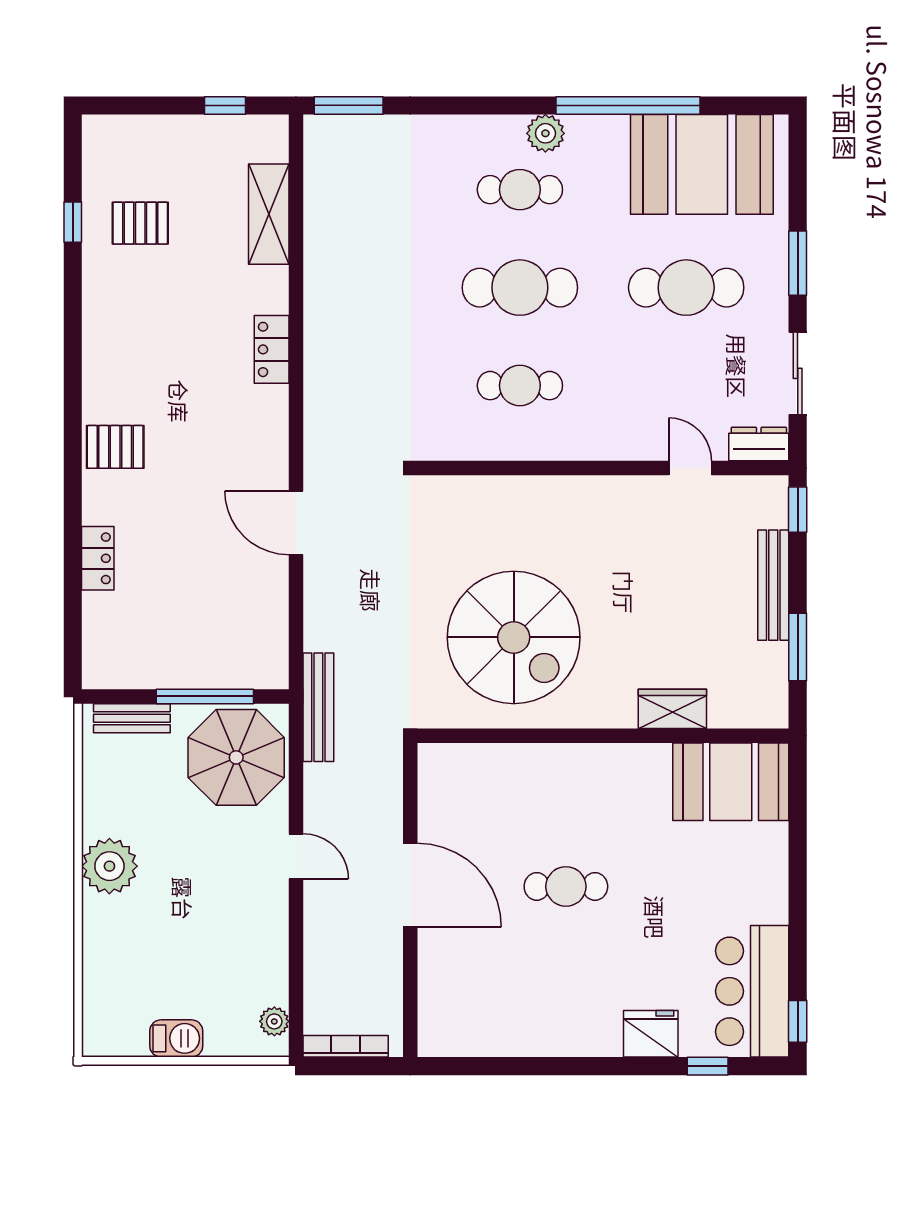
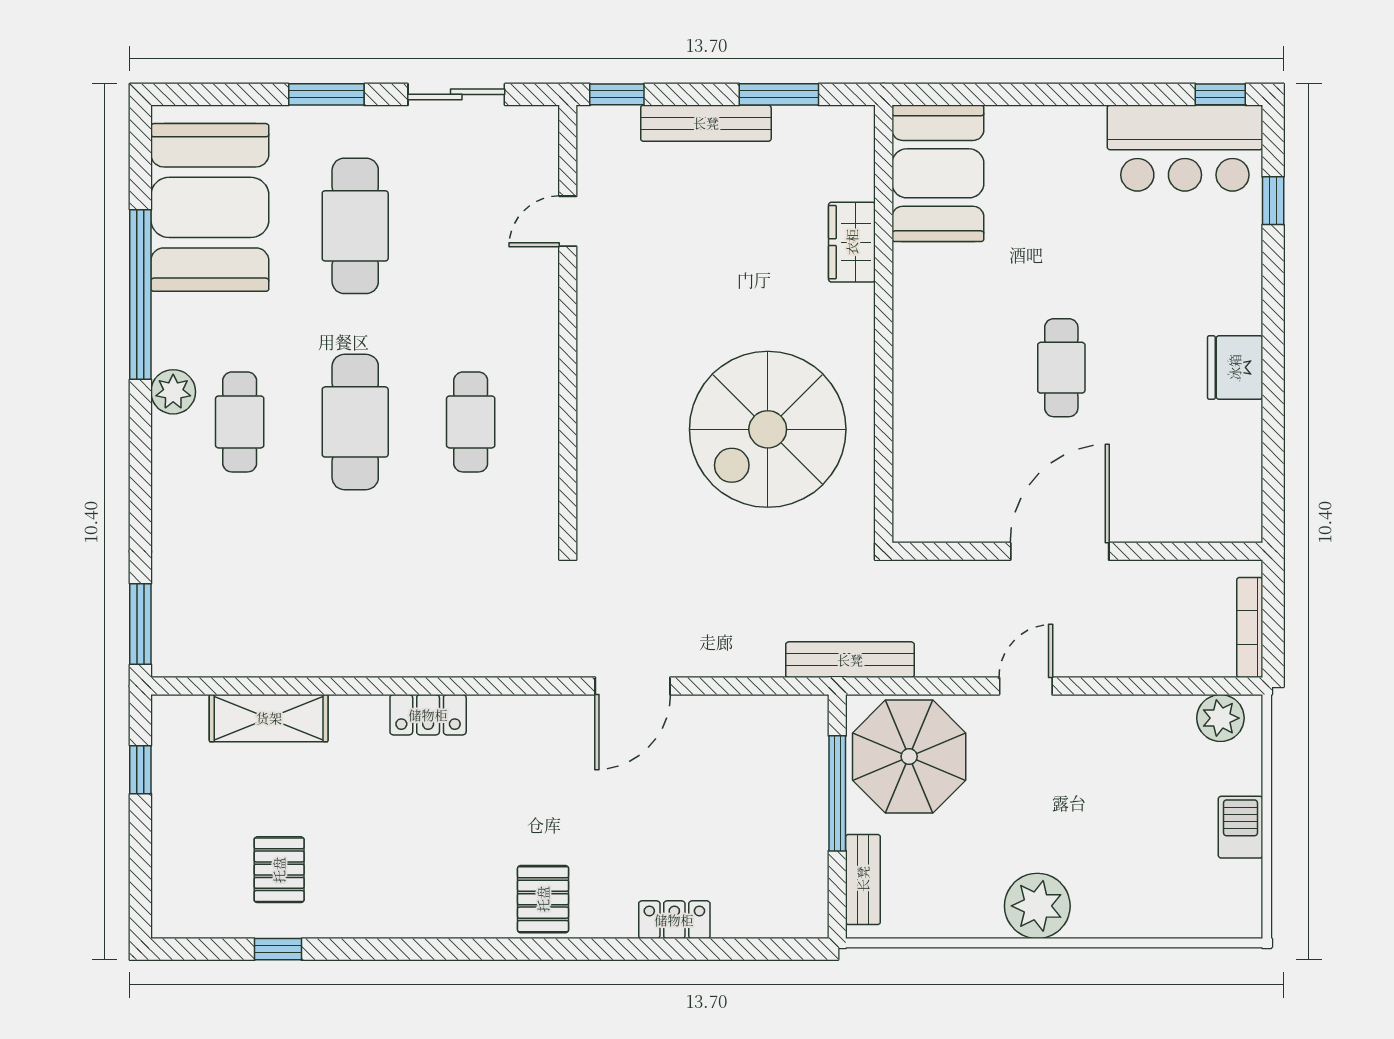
dresser: (759, 444) -> (540, 140), removed
spiral stairs: (514, 637) -> (768, 429), turned 180
plant: (274, 1021) -> (1220, 718), width x1.38, depth x1.38
fridge: (651, 1034) -> (1235, 367), moved

